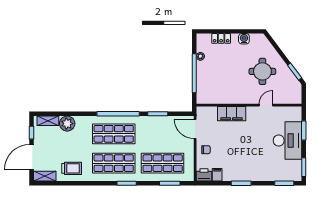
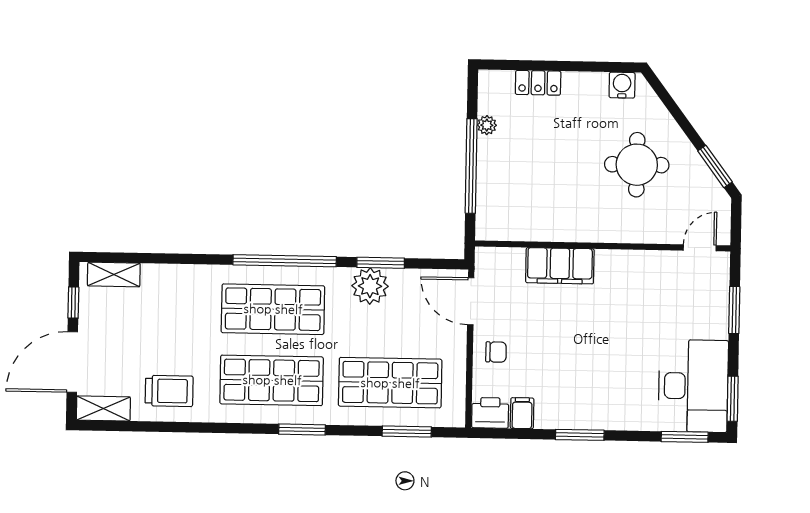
water cooler: (244, 39) -> (622, 85), moved
door: (266, 105) -> (700, 248), moved
plant: (67, 124) -> (370, 286), moved
desk: (287, 141) -> (693, 386), moved

